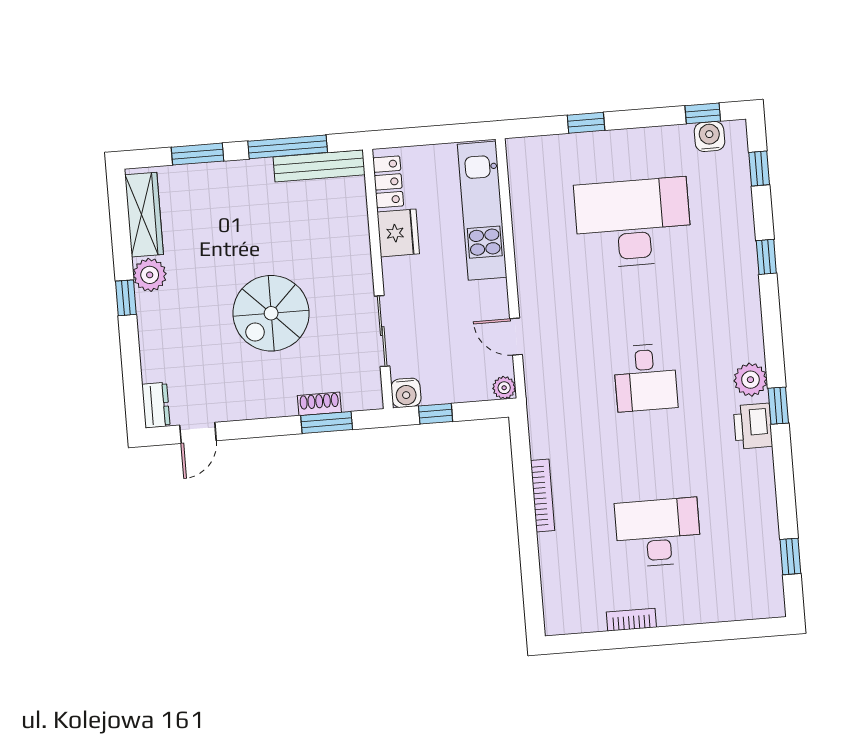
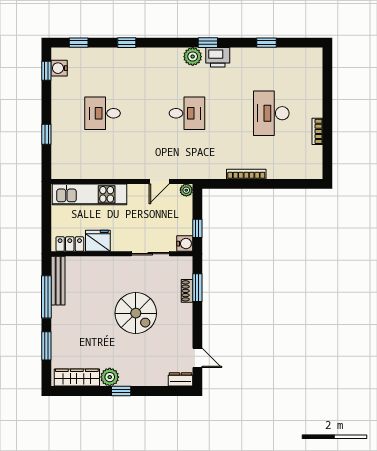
desk: (633, 223) -> (103, 113), width x0.53, depth x0.77
window: (790, 556) -> (267, 43), moved

